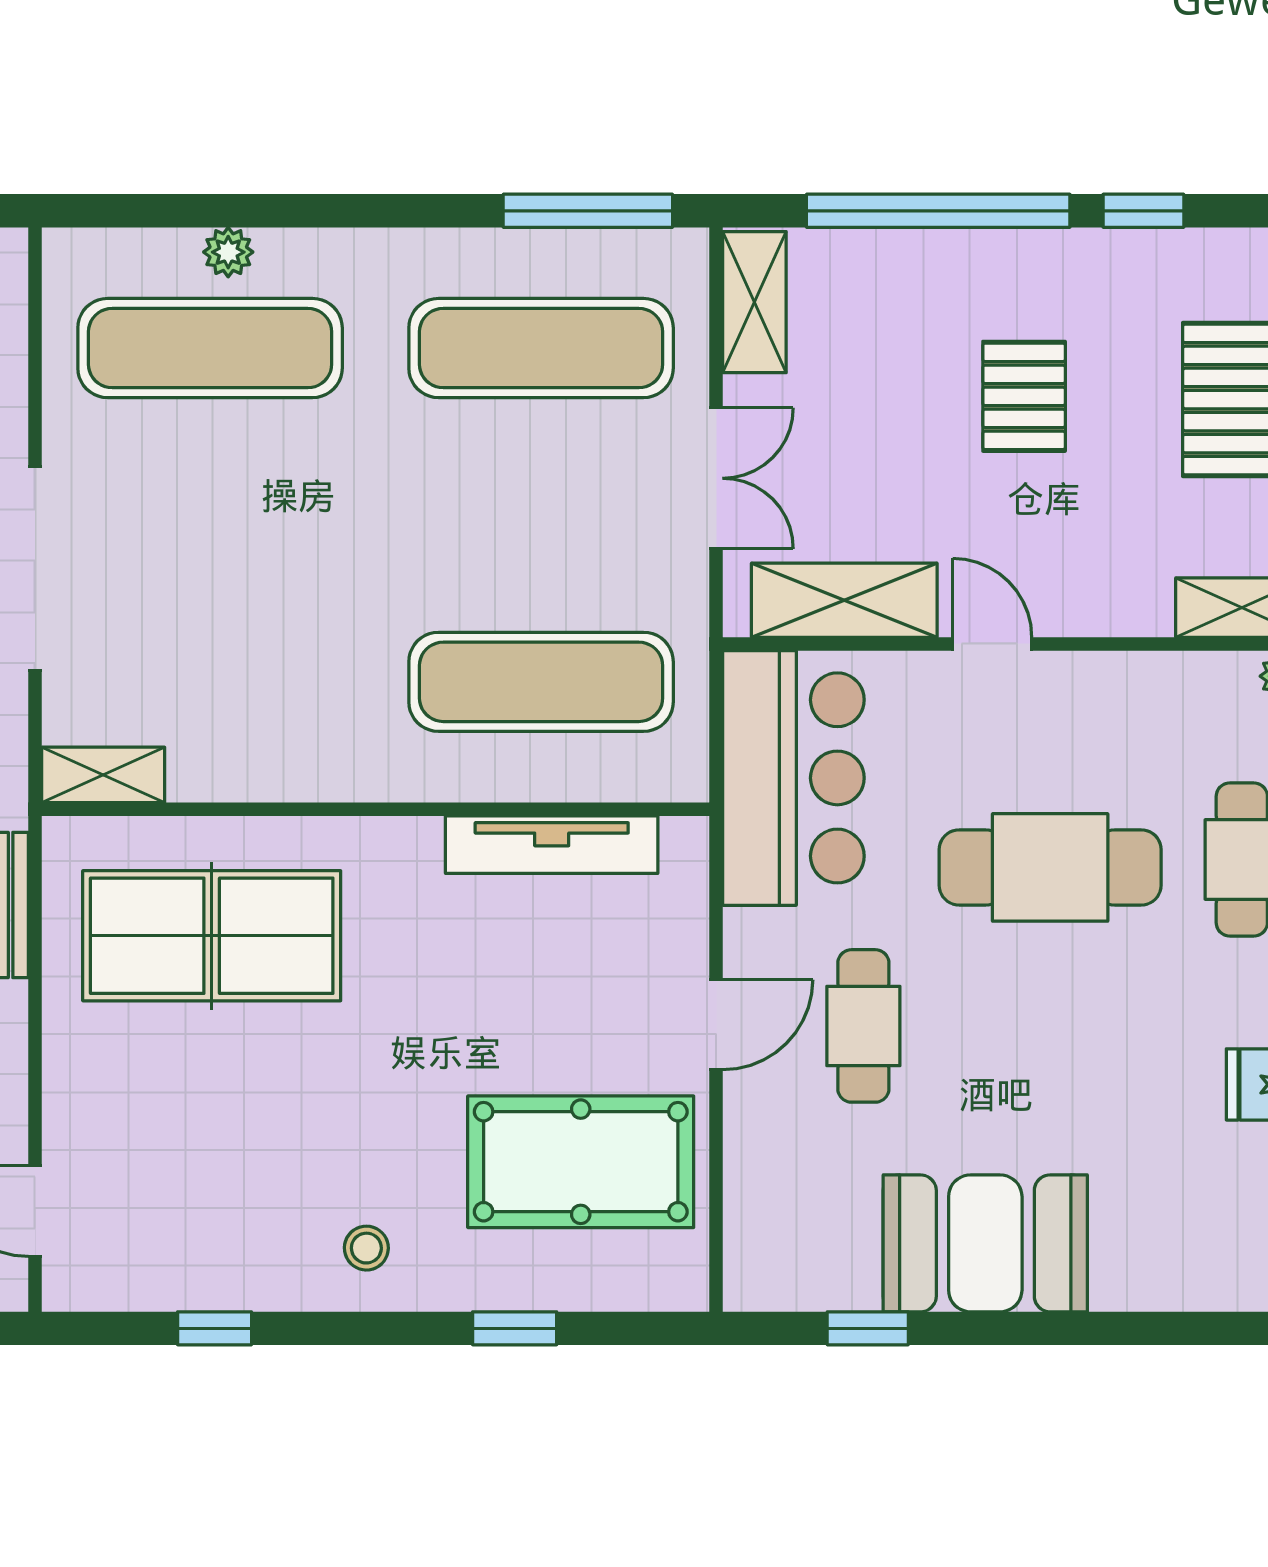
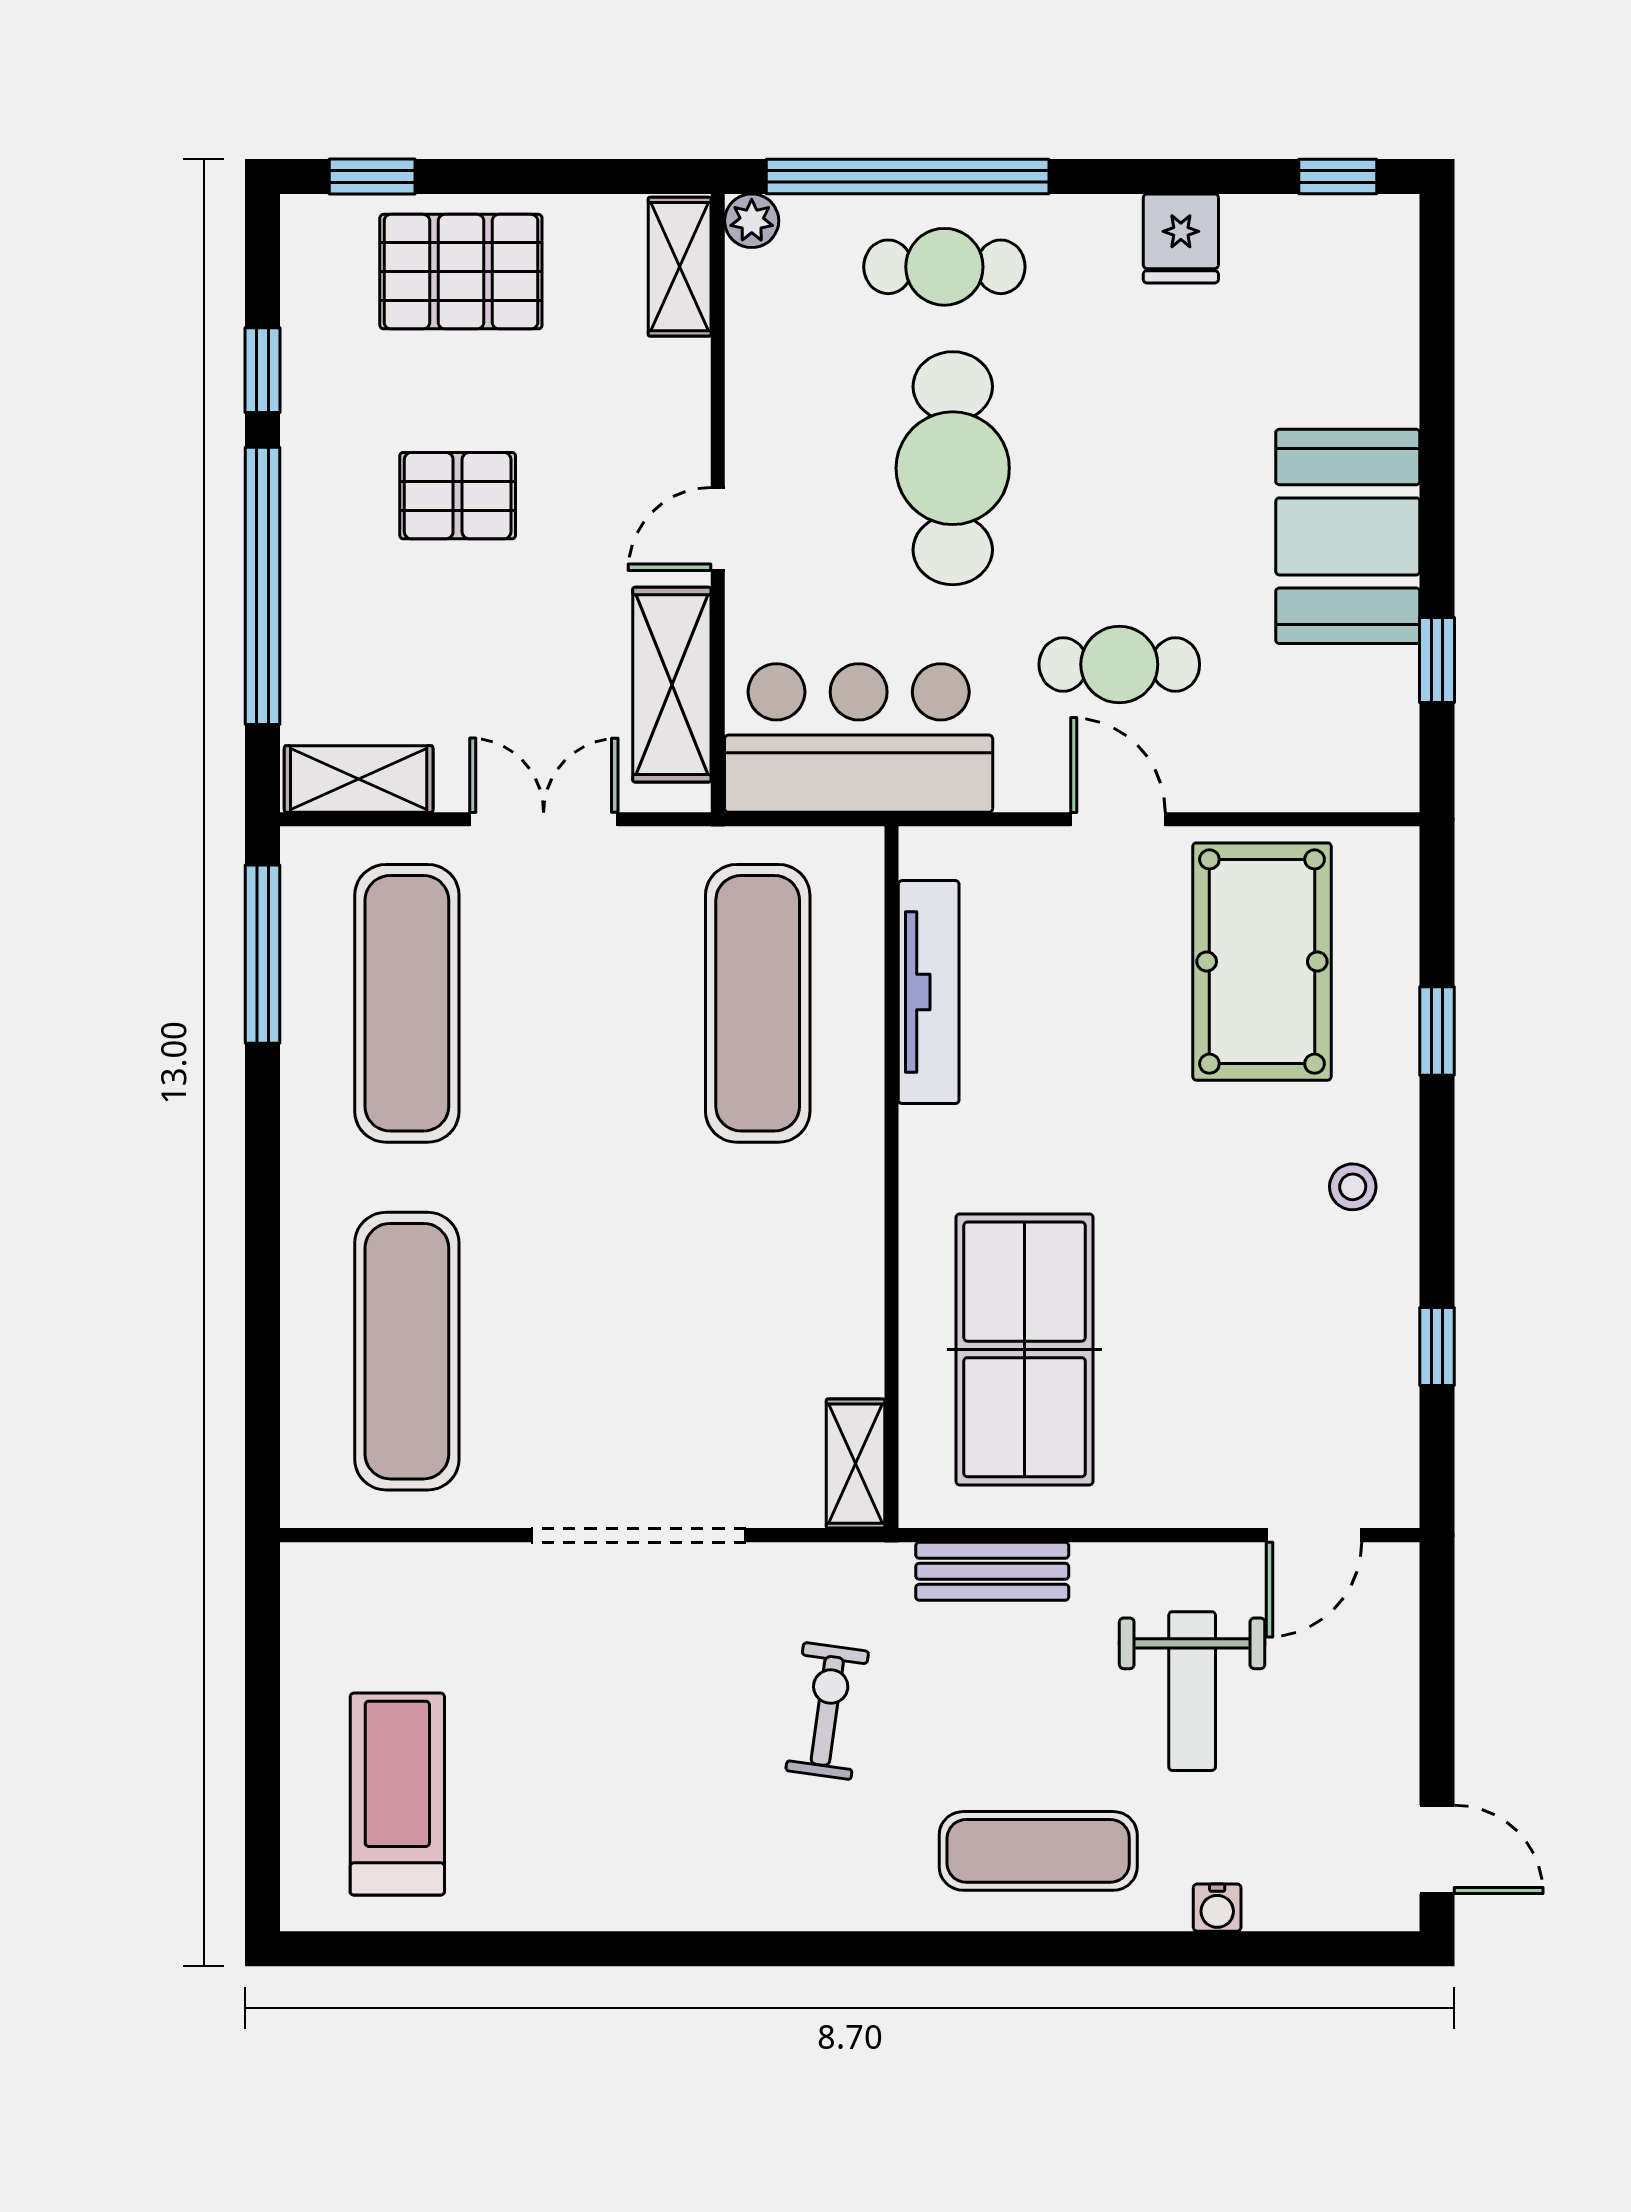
plant: (228, 252) -> (306, 1332), removed

